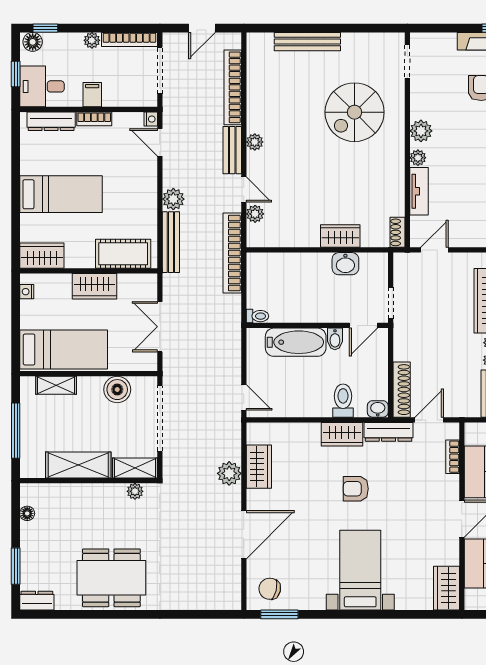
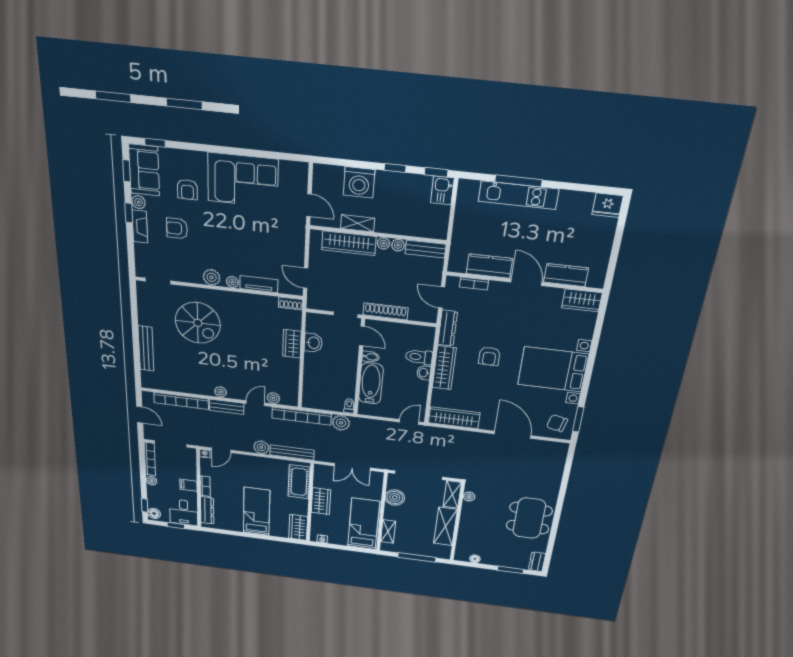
shoe rack: (402, 390) -> (386, 311), moved
washbasin: (378, 409) -> (424, 373), moved
wardrobe: (342, 434) -> (444, 368), width x1.50
wardrobe: (259, 467) -> (454, 418), width x1.50
plant: (229, 473) -> (341, 423), moved
bed with nightstands: (360, 570) -> (553, 369), width x1.36
chair: (270, 589) -> (557, 423), turned 88

